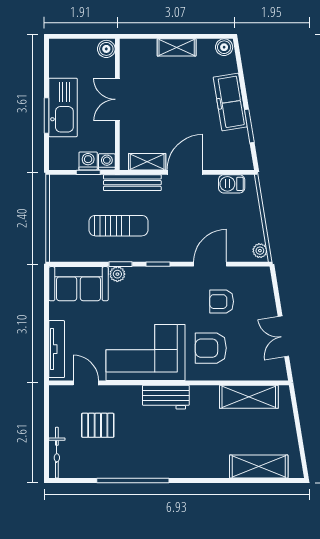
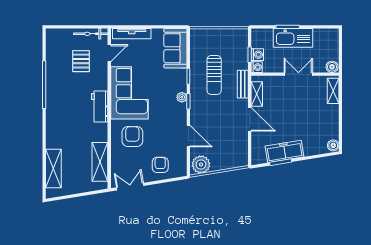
shelving: (177, 47) -> (333, 91), moved
freezer: (230, 102) -> (284, 151), moved
bench: (132, 183) -> (243, 84), width x0.73
barbecue: (232, 184) -> (242, 150), removed
plant: (260, 251) -> (201, 164), width x1.88, depth x1.88
plant: (117, 274) -> (182, 97), moved
armchair: (222, 302) -> (160, 165), moved
double door: (283, 336) -> (130, 187), moved
bicycle: (57, 453) -> (91, 34), moved

